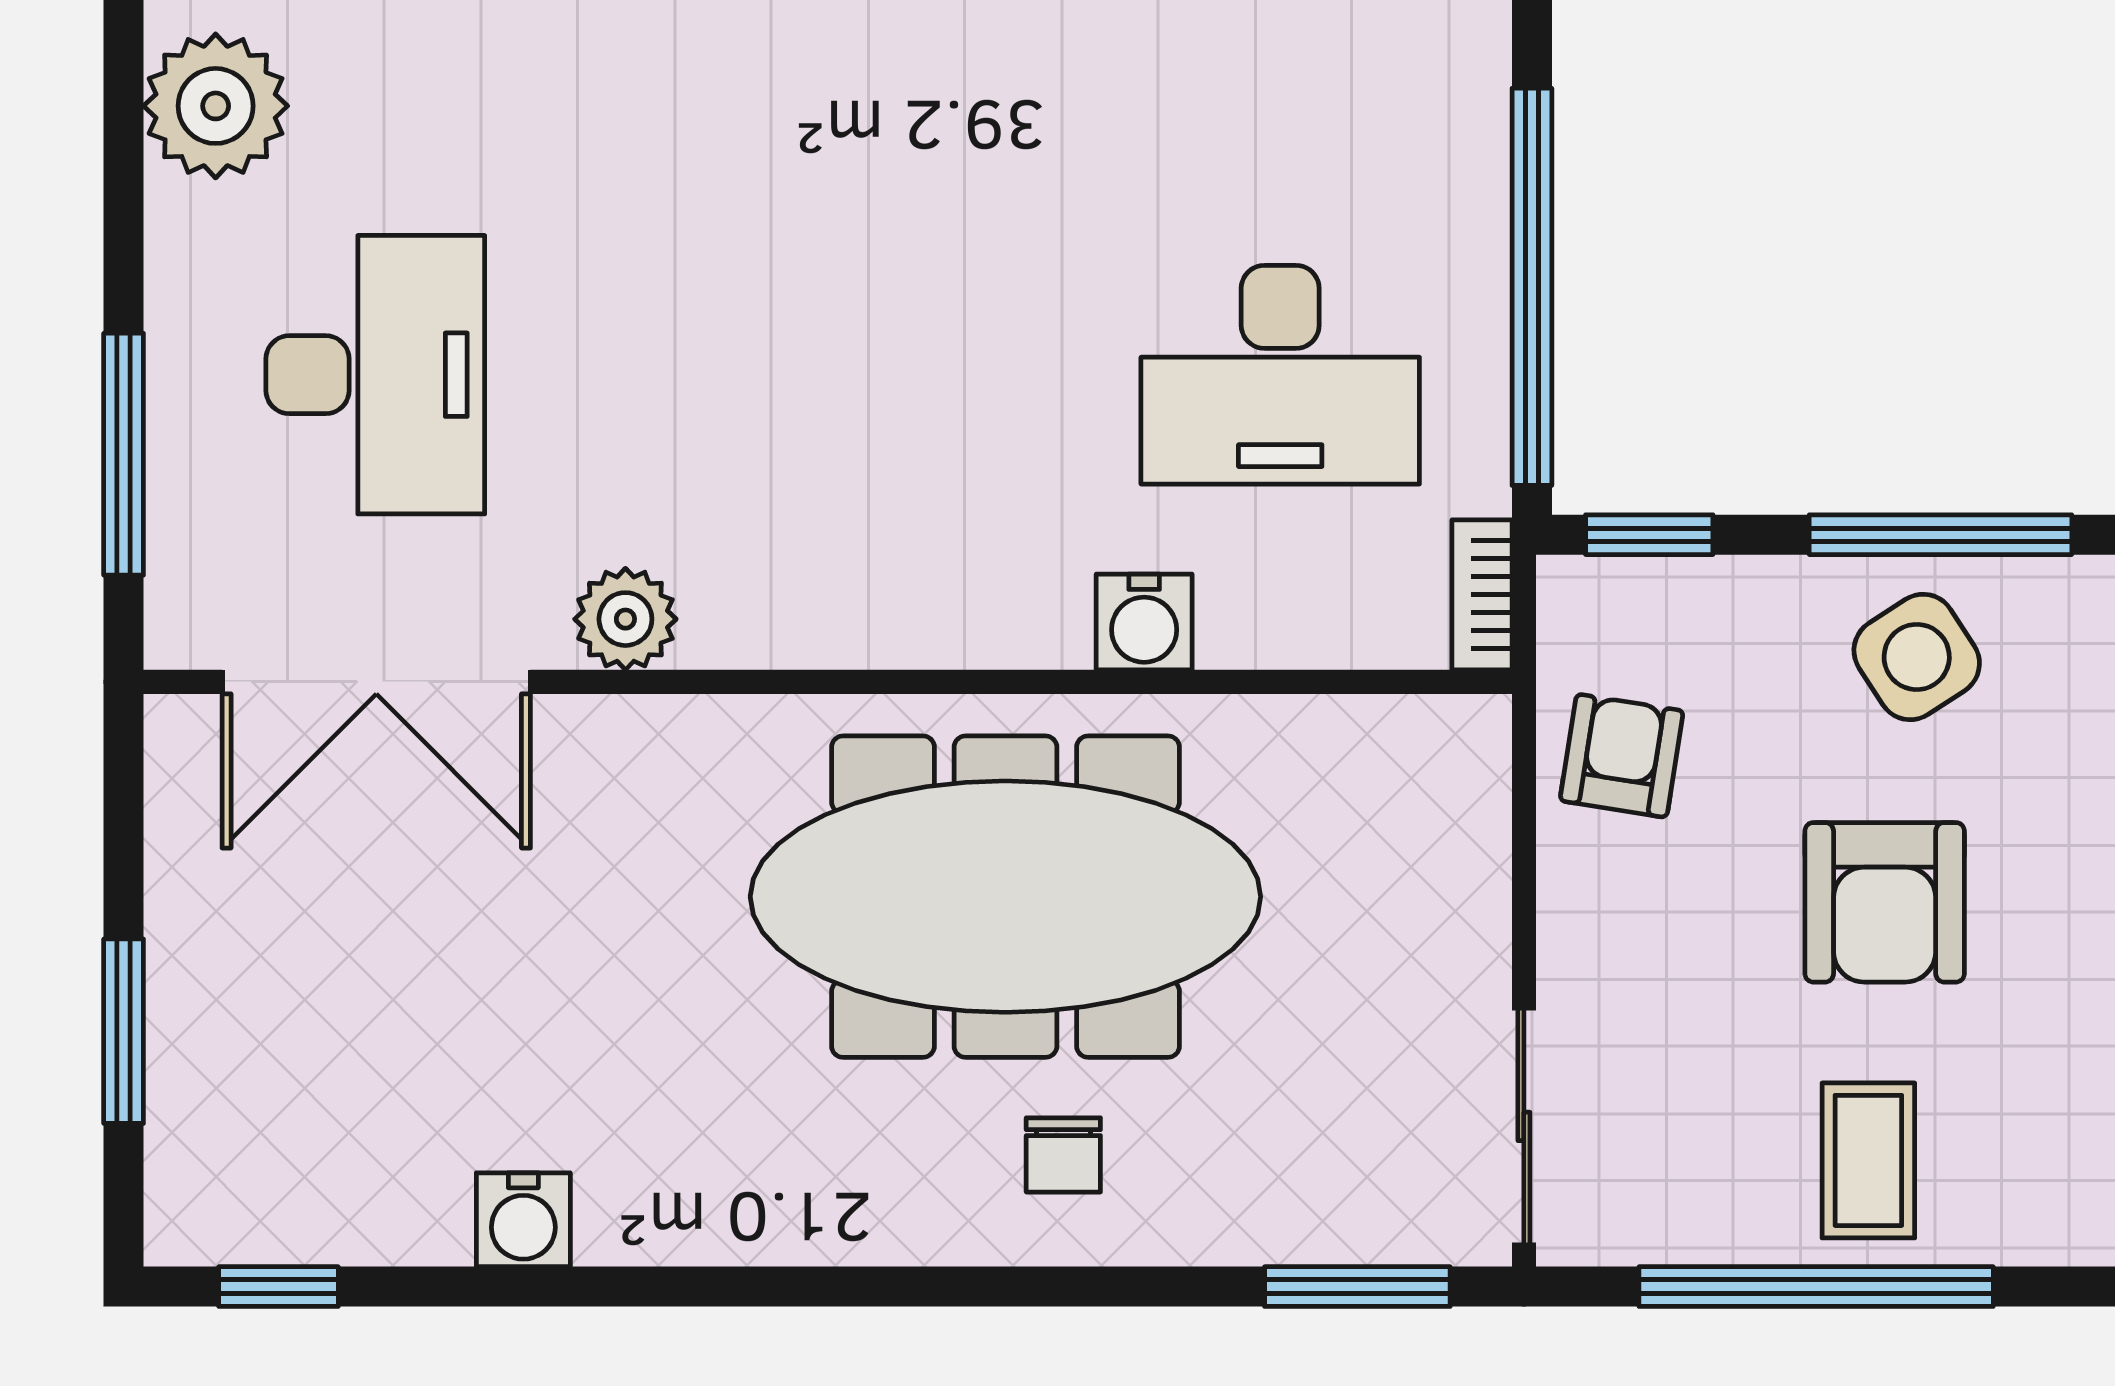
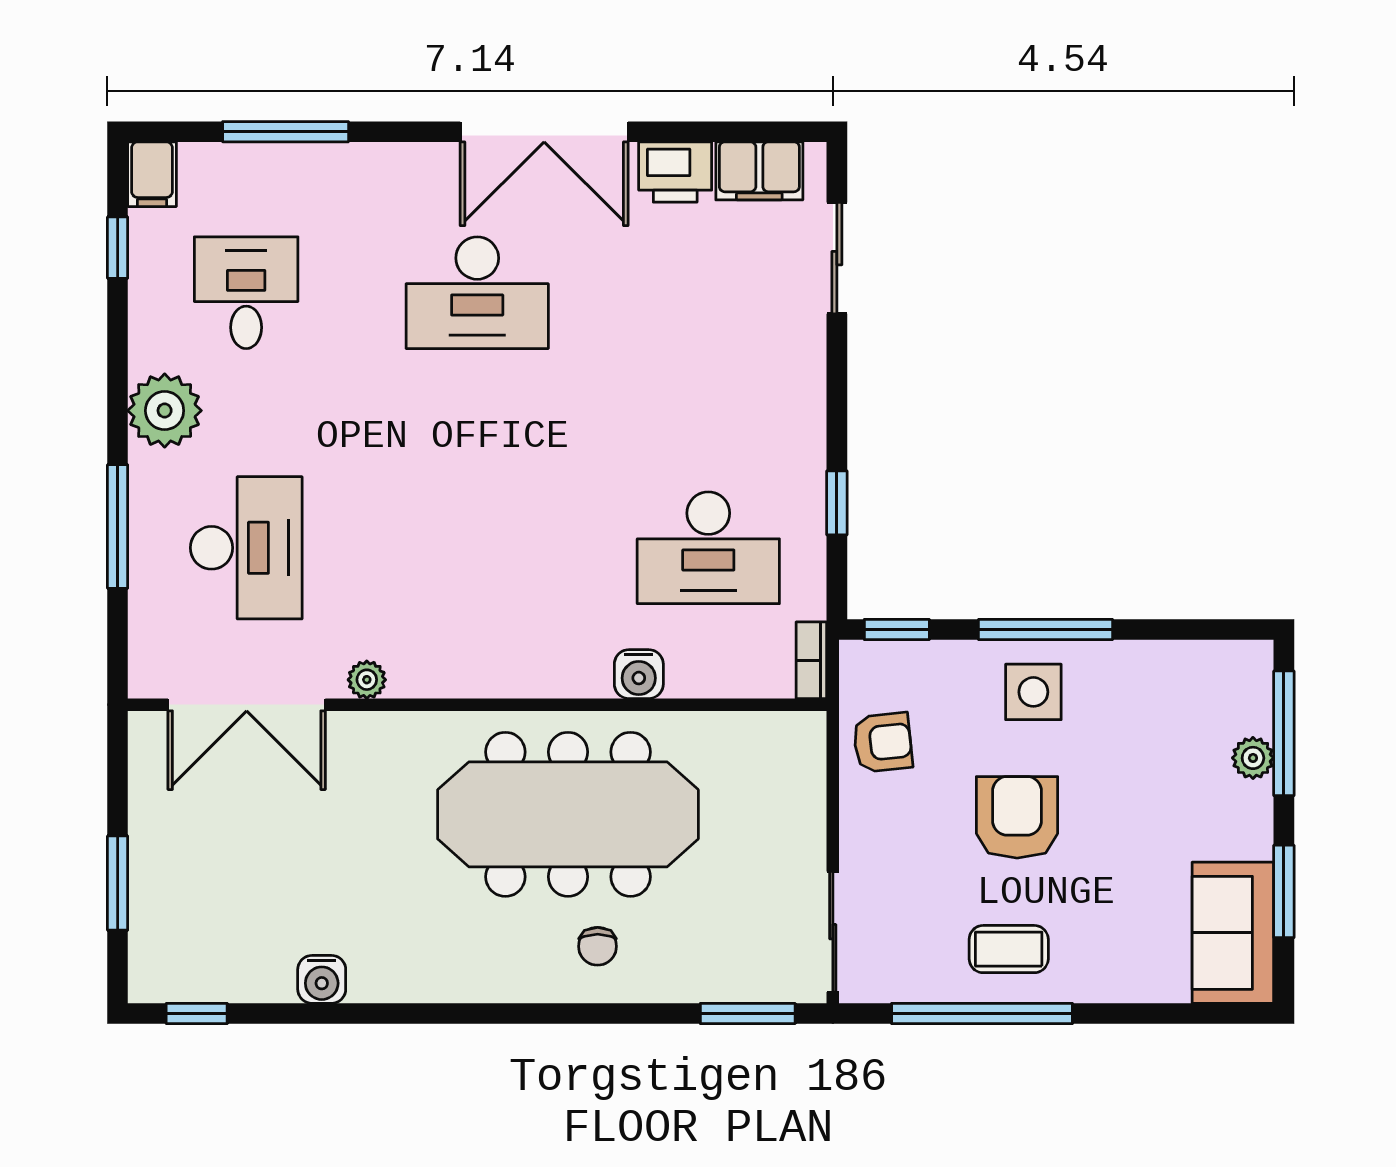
window: (1532, 287) -> (837, 503), width x0.32
window: (124, 454) -> (118, 526), moved
plant: (625, 619) -> (367, 680), width x0.73, depth x0.73
side table: (1917, 657) -> (1033, 692), turned 33
armchair: (1622, 756) -> (883, 742), turned 75
armchair: (1885, 902) -> (1017, 817), turned 180
coffee table: (1868, 1160) -> (1009, 949), turned 90

